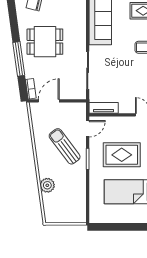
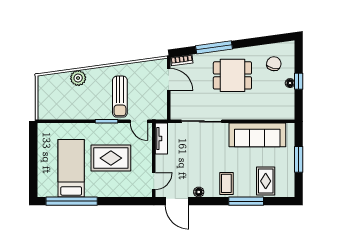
dining table: (45, 42) -> (232, 75), turned 90
sun lounger: (65, 146) -> (120, 97), turned 127
rug: (122, 155) -> (111, 158), turned 90

